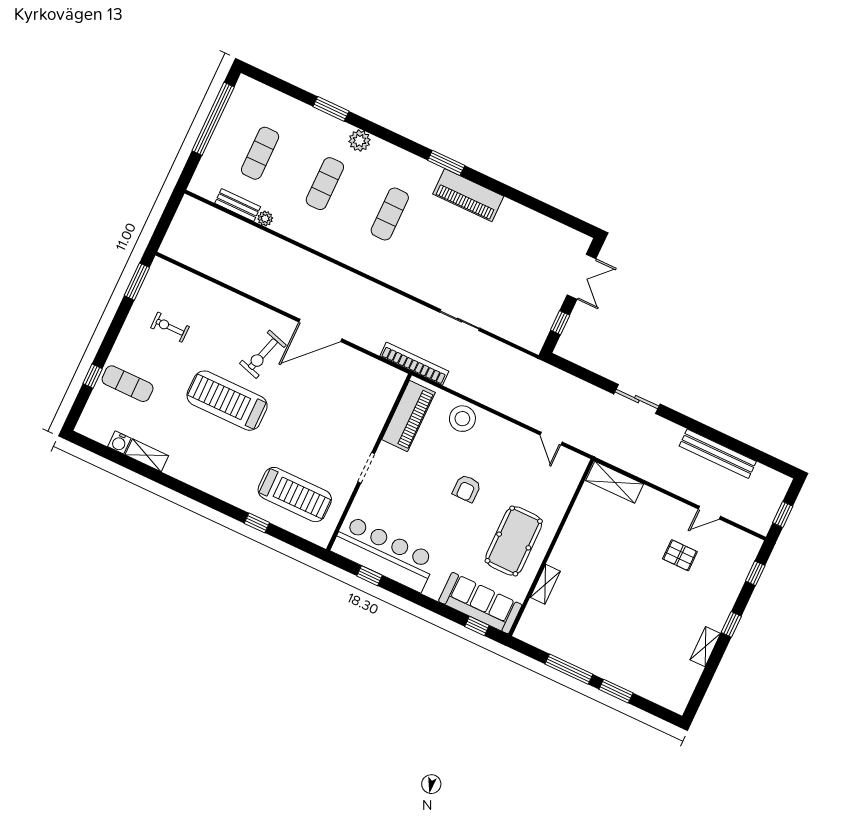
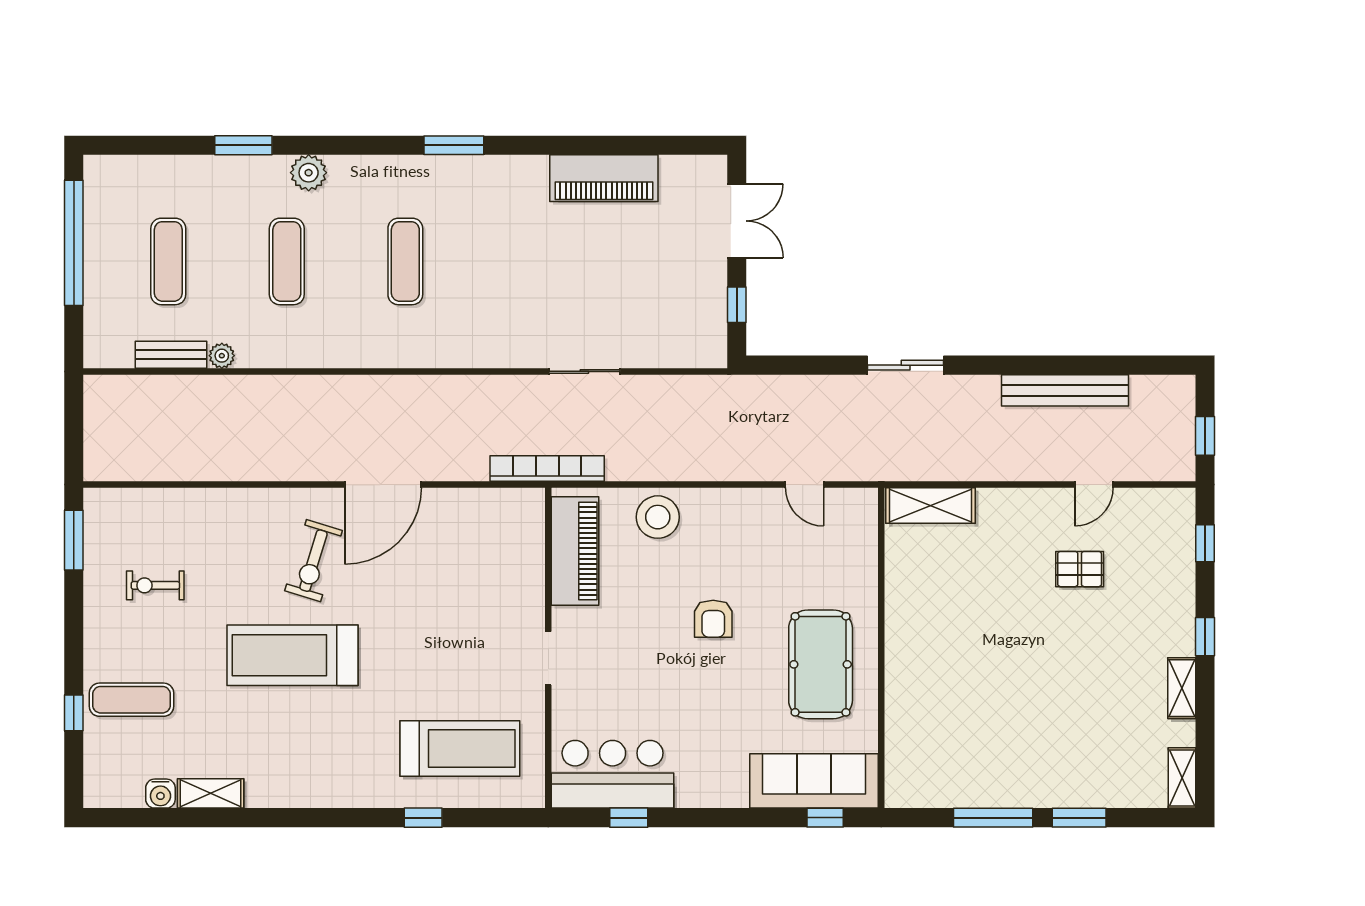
piano: (468, 195) -> (604, 178), moved
bar counter: (384, 553) -> (613, 774), width x0.73
shelving: (545, 584) -> (1182, 778), moved

